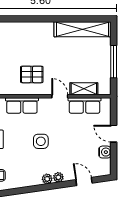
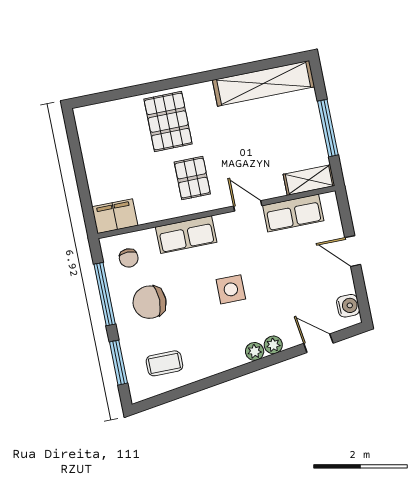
pallet: (25, 40) -> (168, 122), added
pallet: (32, 74) -> (192, 178), turned 90
shelving: (84, 89) -> (309, 180), moved
water cooler: (105, 152) -> (348, 306), moved

